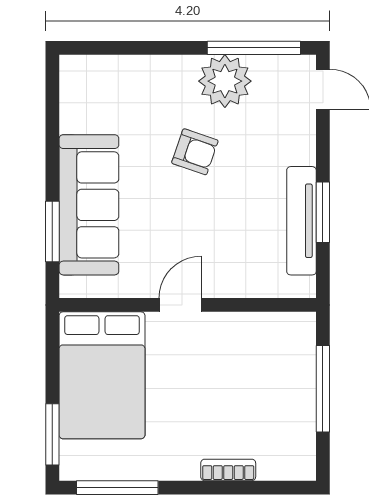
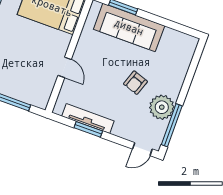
door: (180, 305) -> (65, 67), moved

